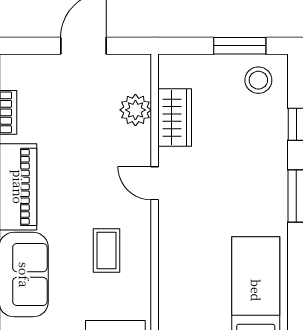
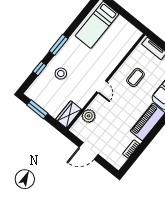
stool: (258, 80) -> (61, 74), moved
wardrobe: (175, 118) -> (69, 114), moved

